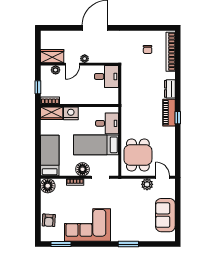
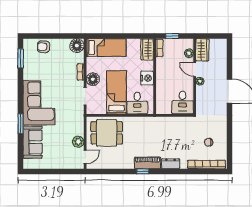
nightstand: (71, 113) -> (147, 78), moved
sofa: (165, 215) -> (33, 142), moved, turned 90
corner sofa: (87, 225) -> (39, 103), moved

